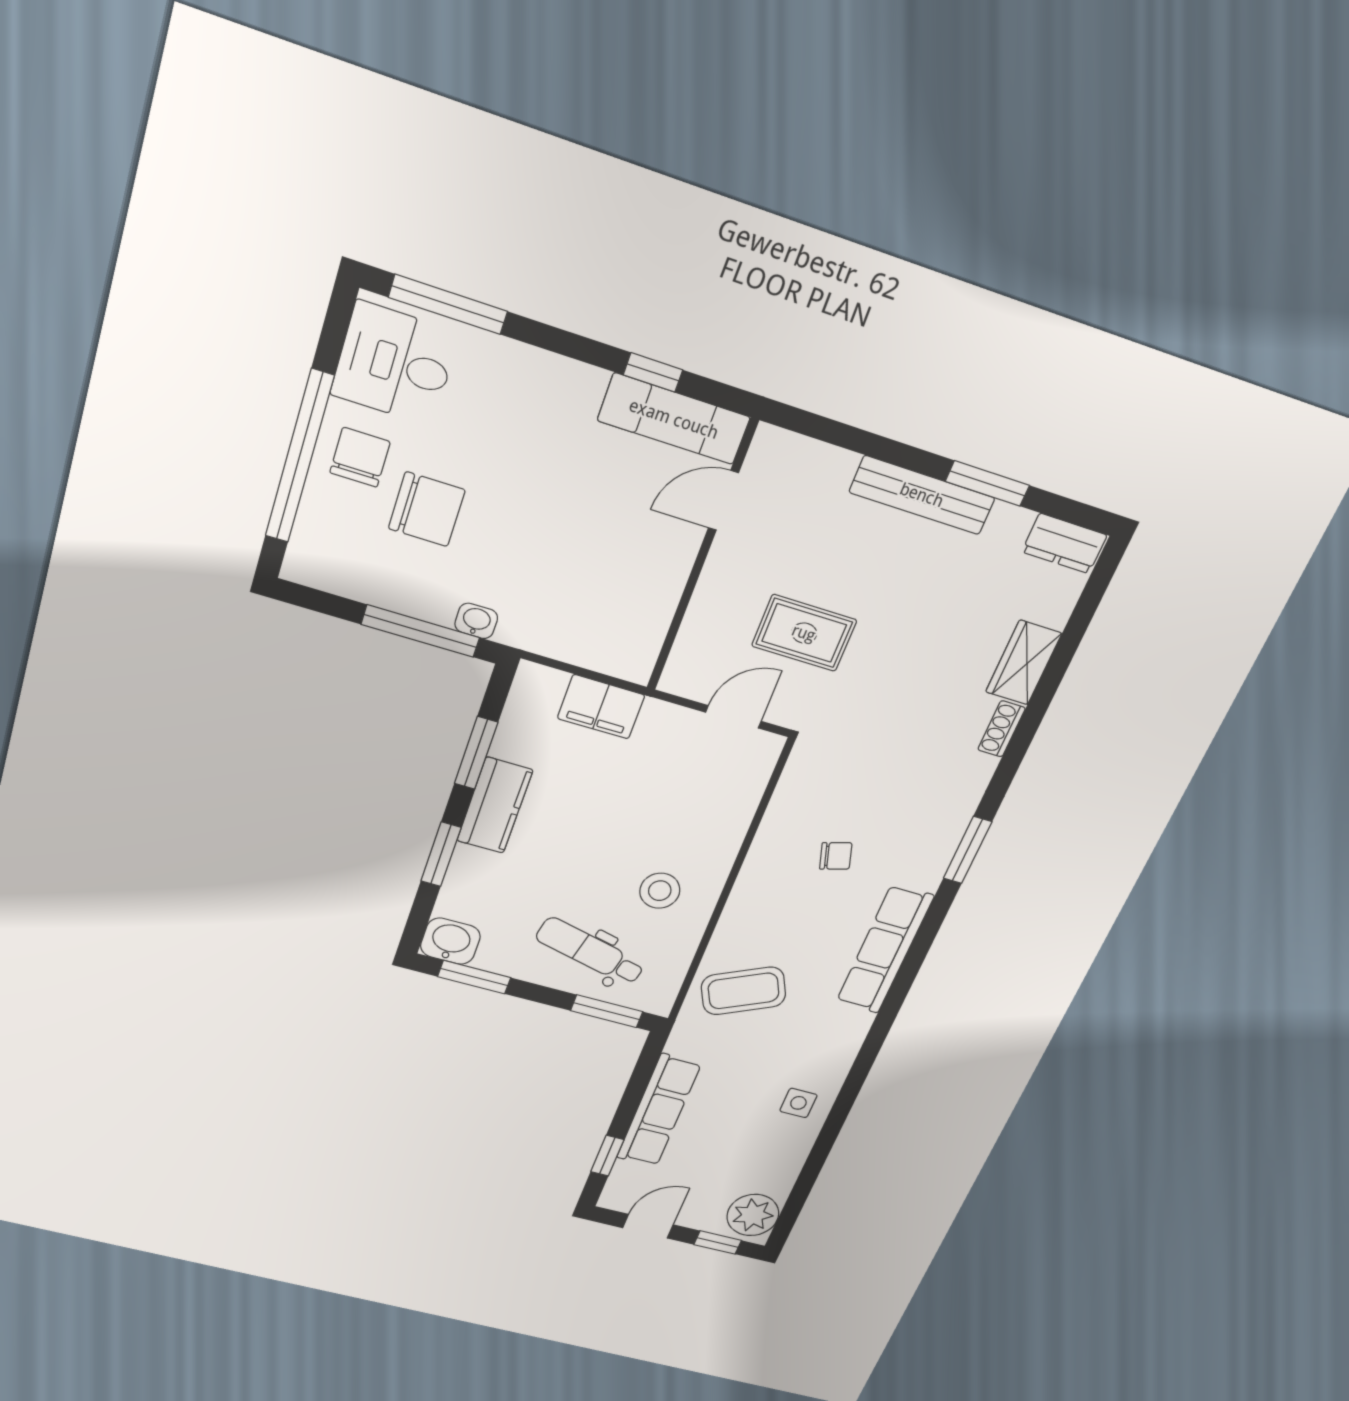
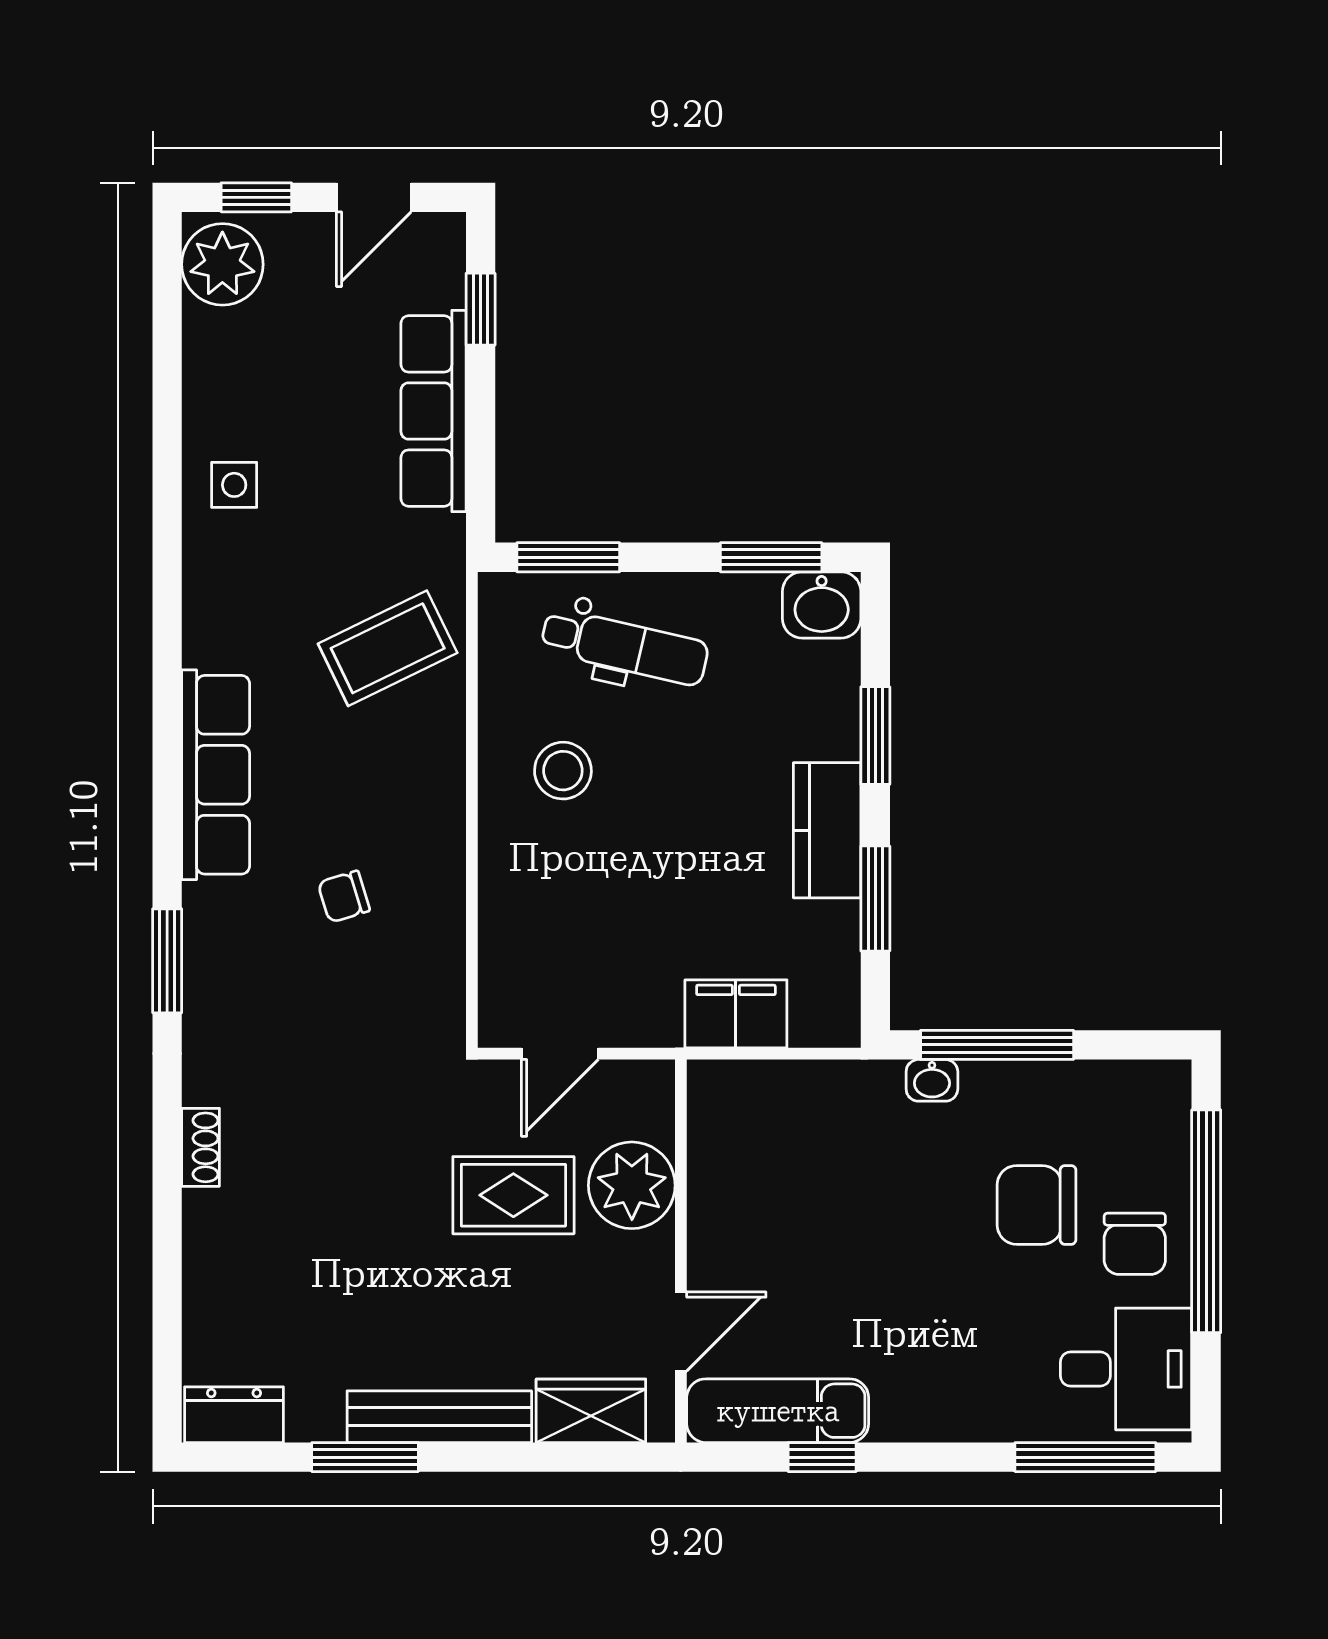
plant: (718, 614) -> (632, 1185), added
wardrobe: (1024, 663) -> (591, 1411), moved, turned -90

